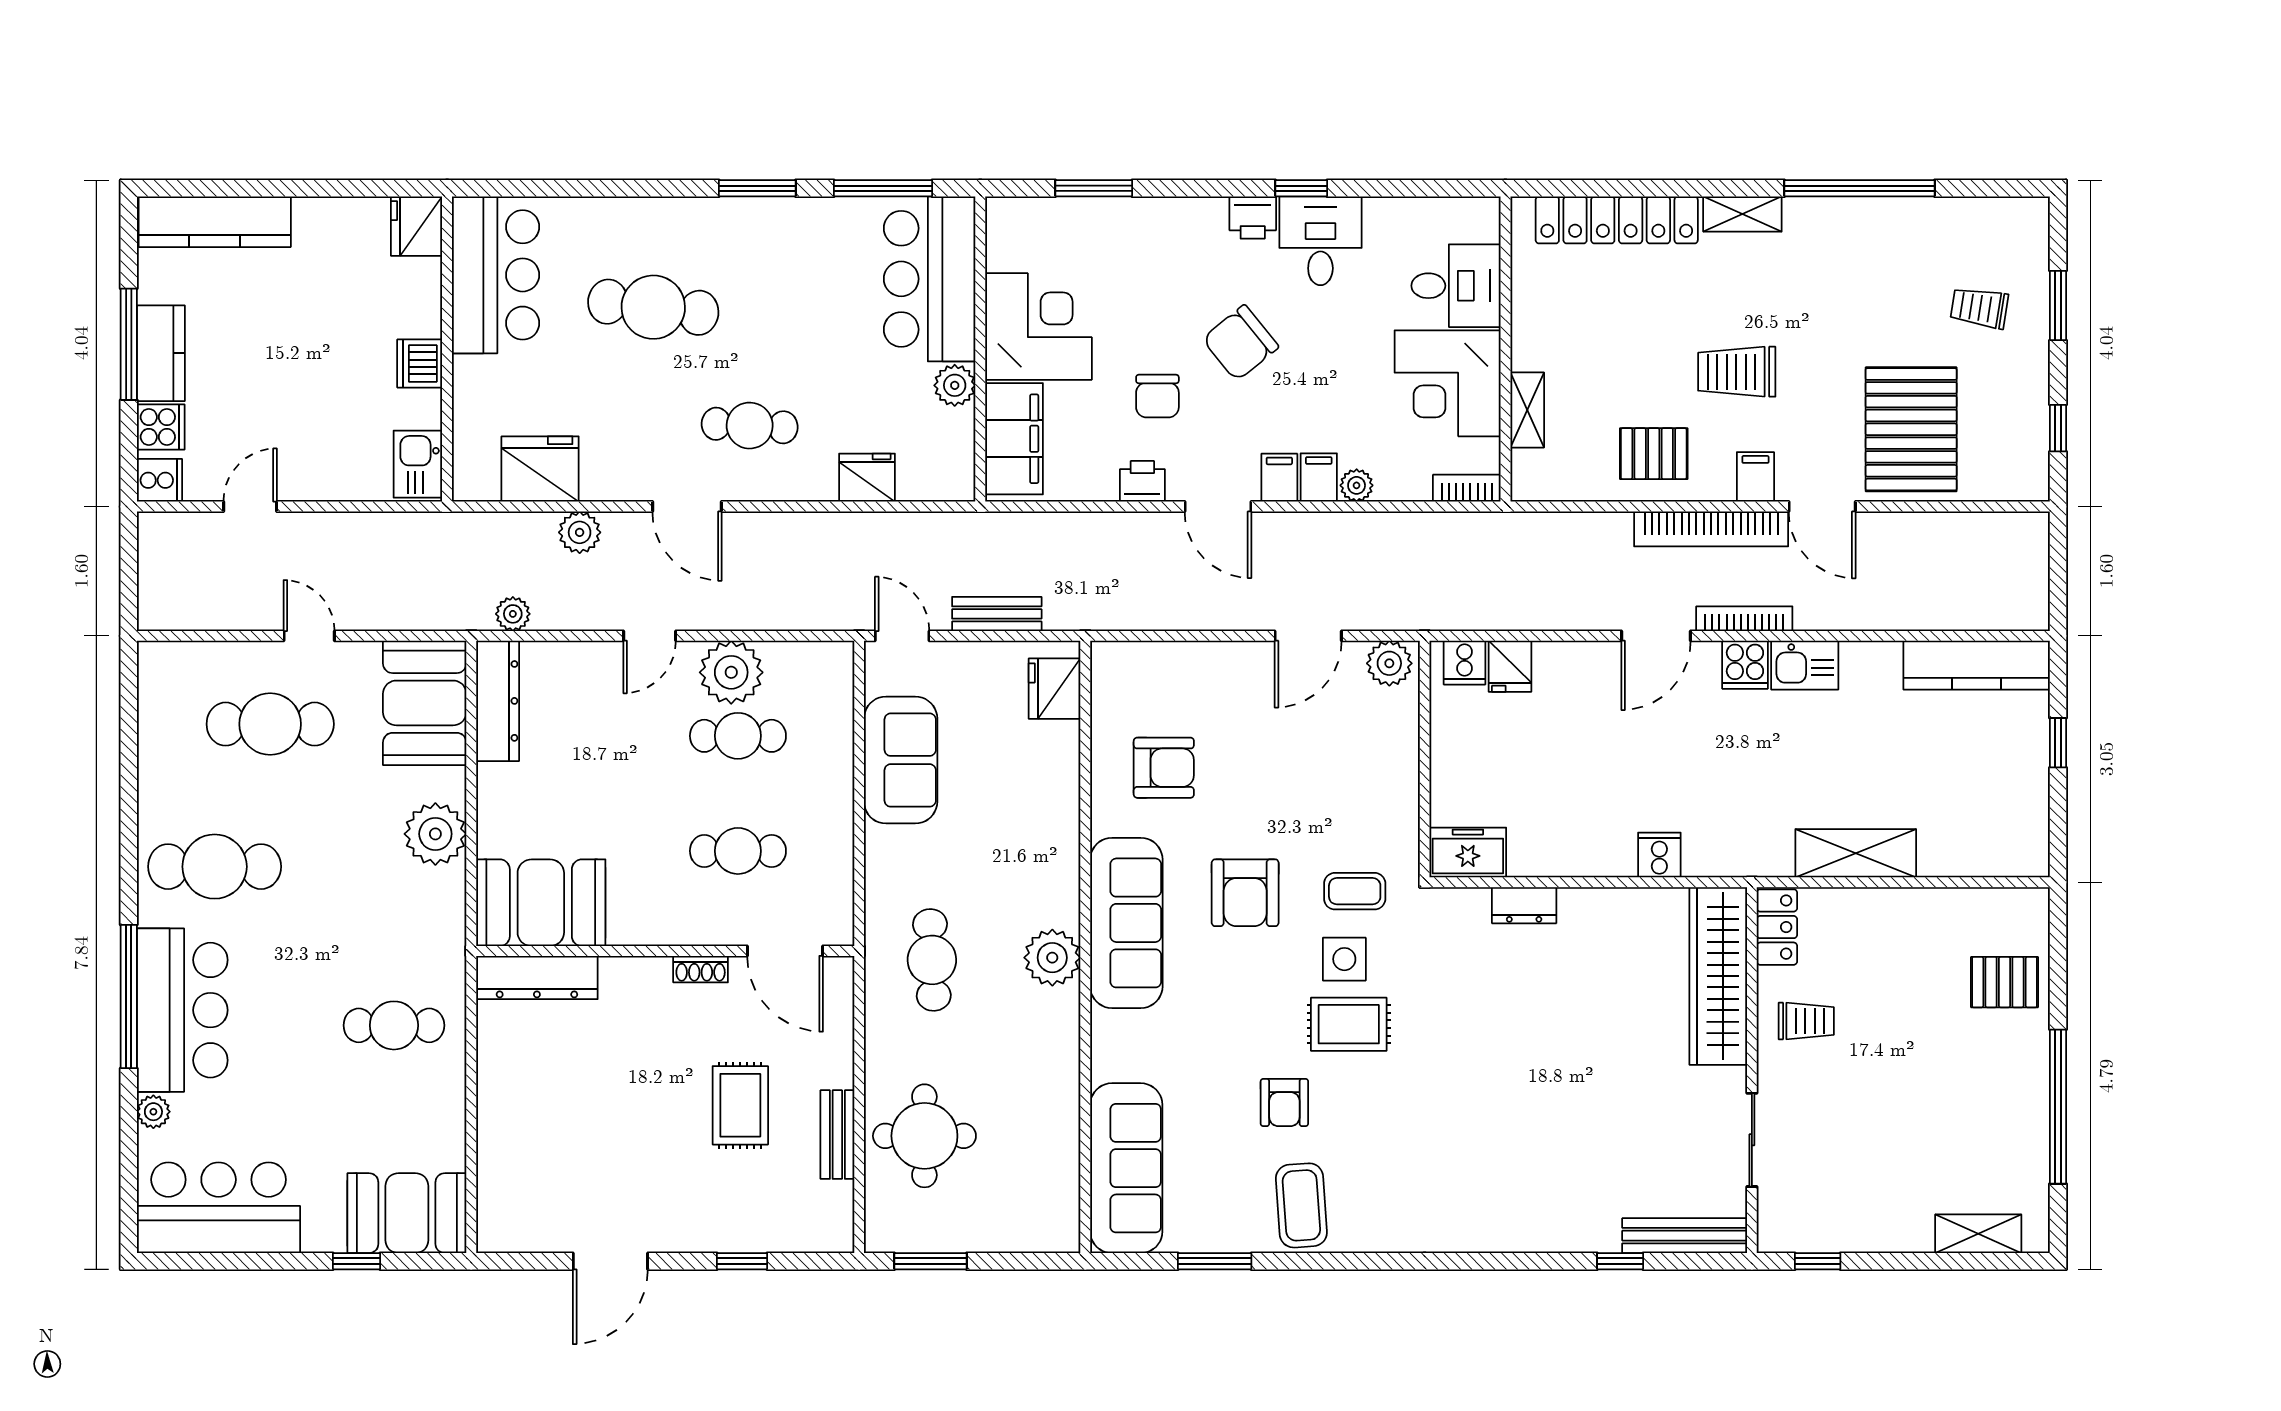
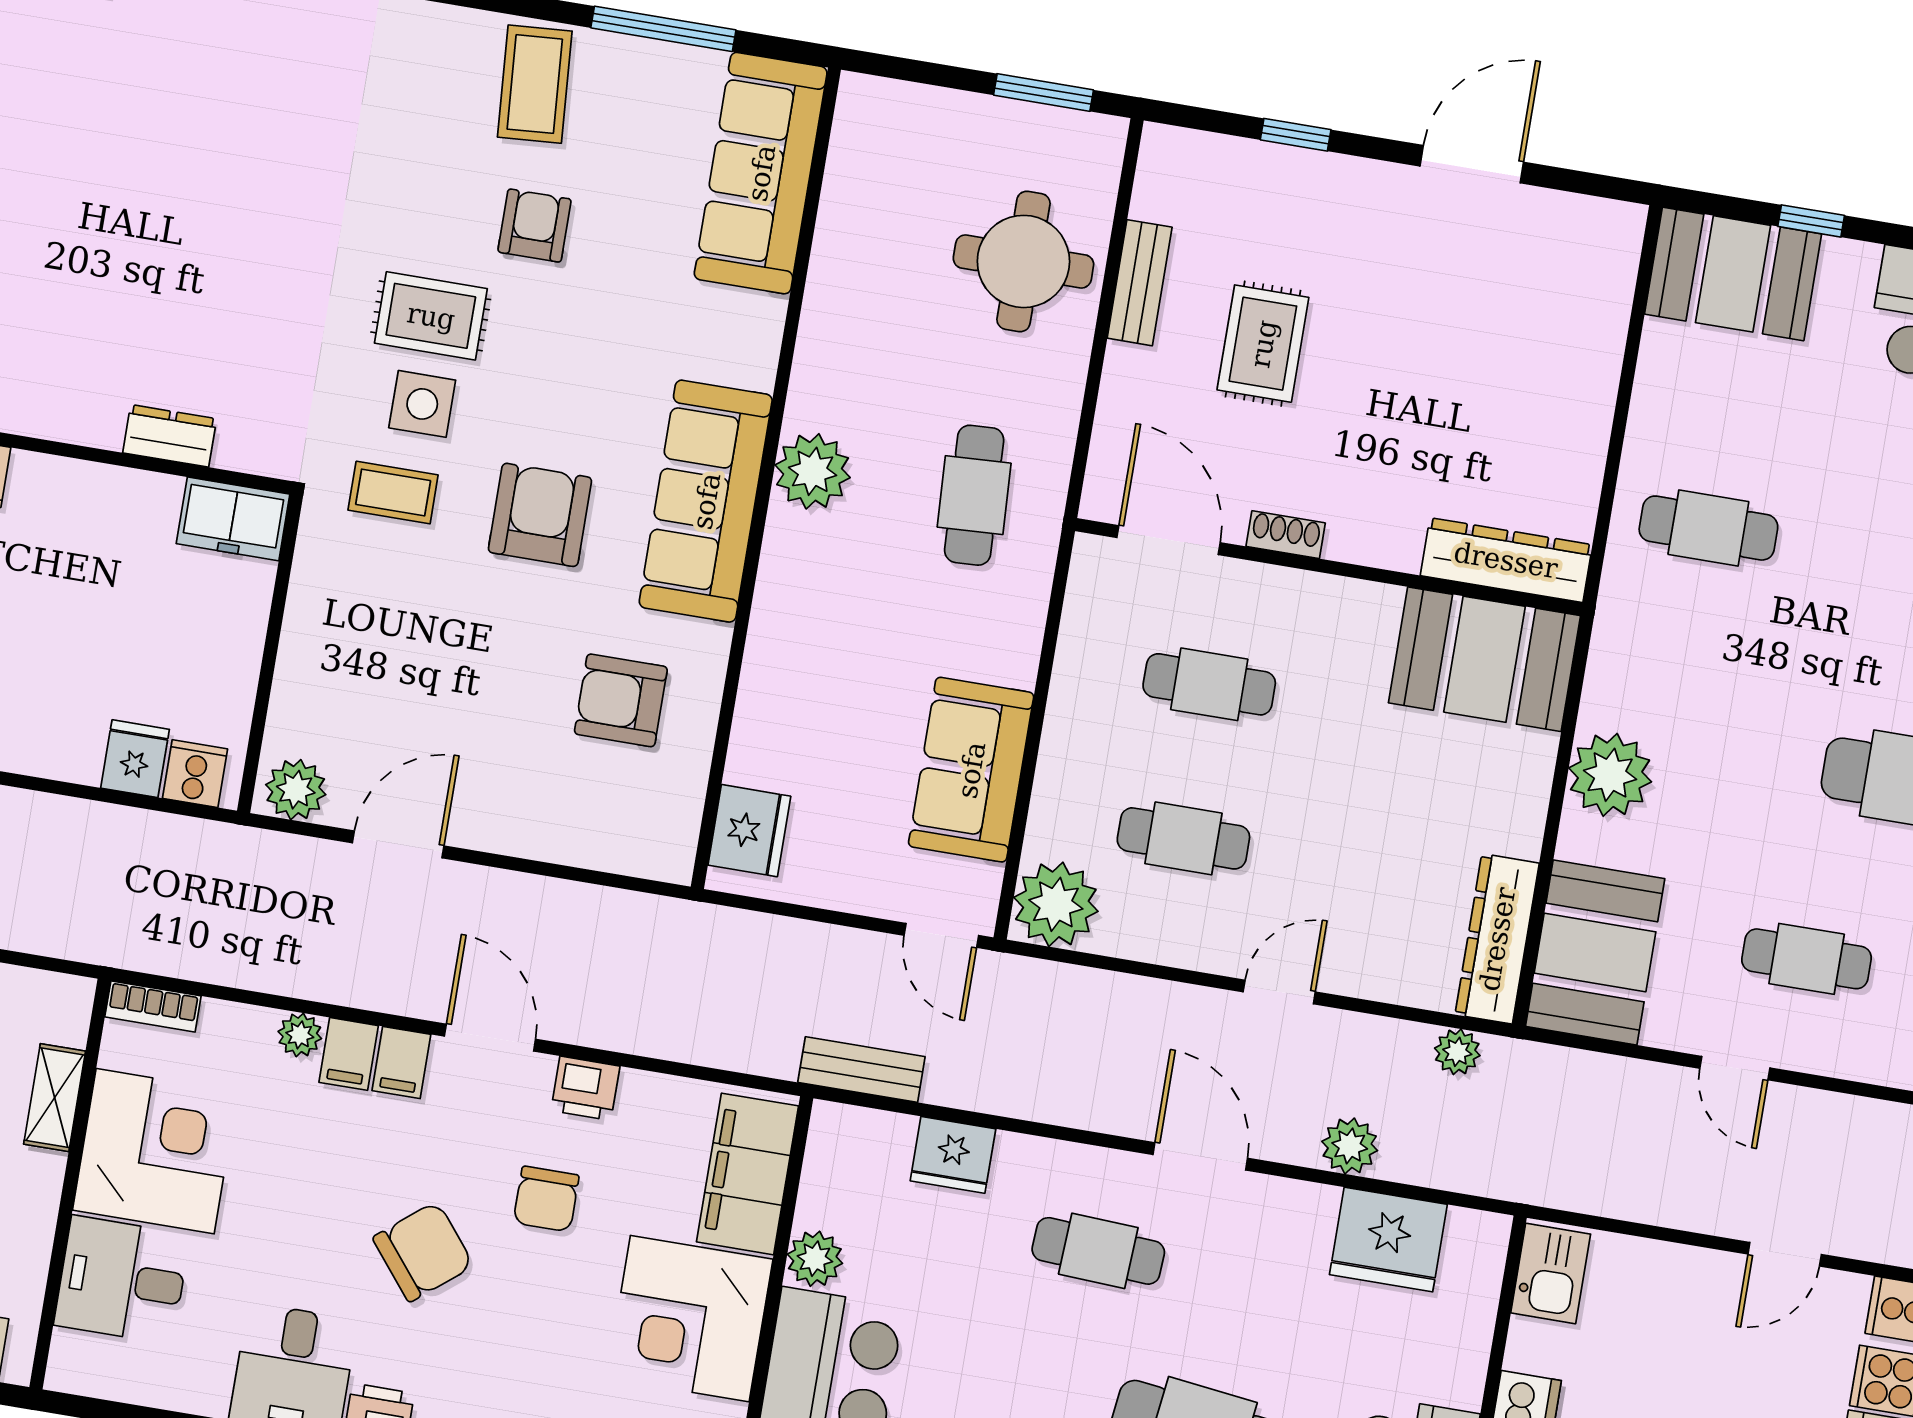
chair: (1157, 396) -> (546, 1199), turned 180
bench: (997, 614) -> (861, 1070), moved
plant: (731, 672) -> (1056, 904), moved
cafe table: (270, 724) -> (1807, 959), width x0.73, depth x0.74
window: (1215, 1261) -> (663, 29), width x1.44

